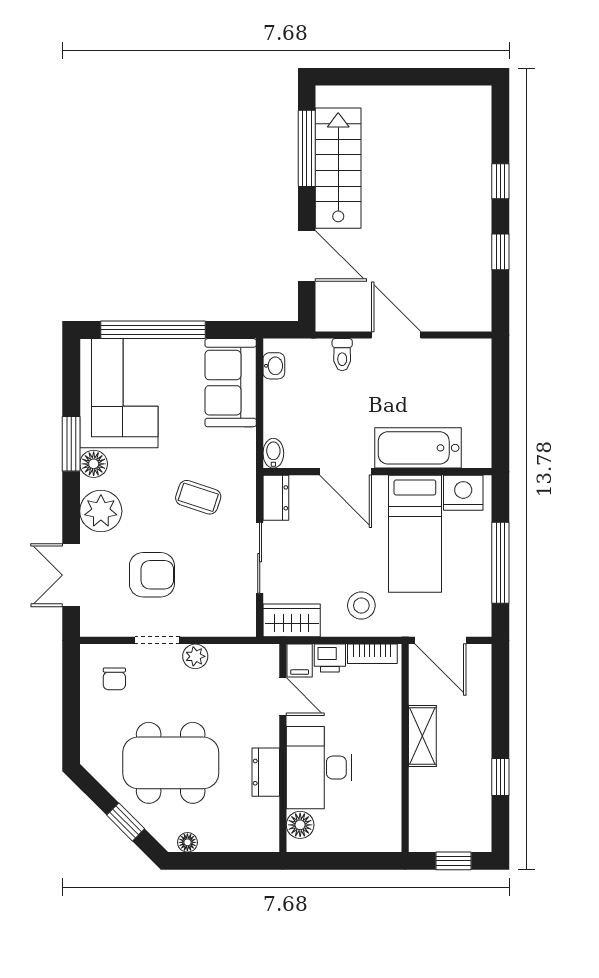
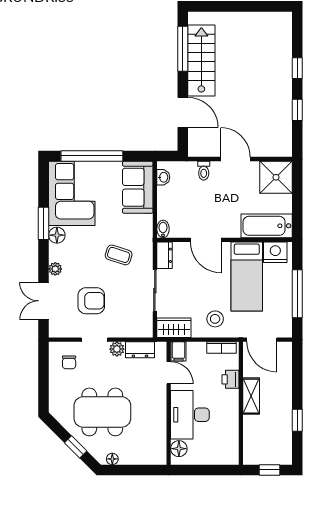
shower: (464, 366) -> (276, 177), added
bathtub: (418, 448) -> (267, 226), moved
plant: (101, 511) -> (55, 269), width x0.53, depth x0.53
printer: (330, 658) -> (231, 379), moved, turned 90
dresser: (266, 772) -> (140, 350), moved, turned -90

